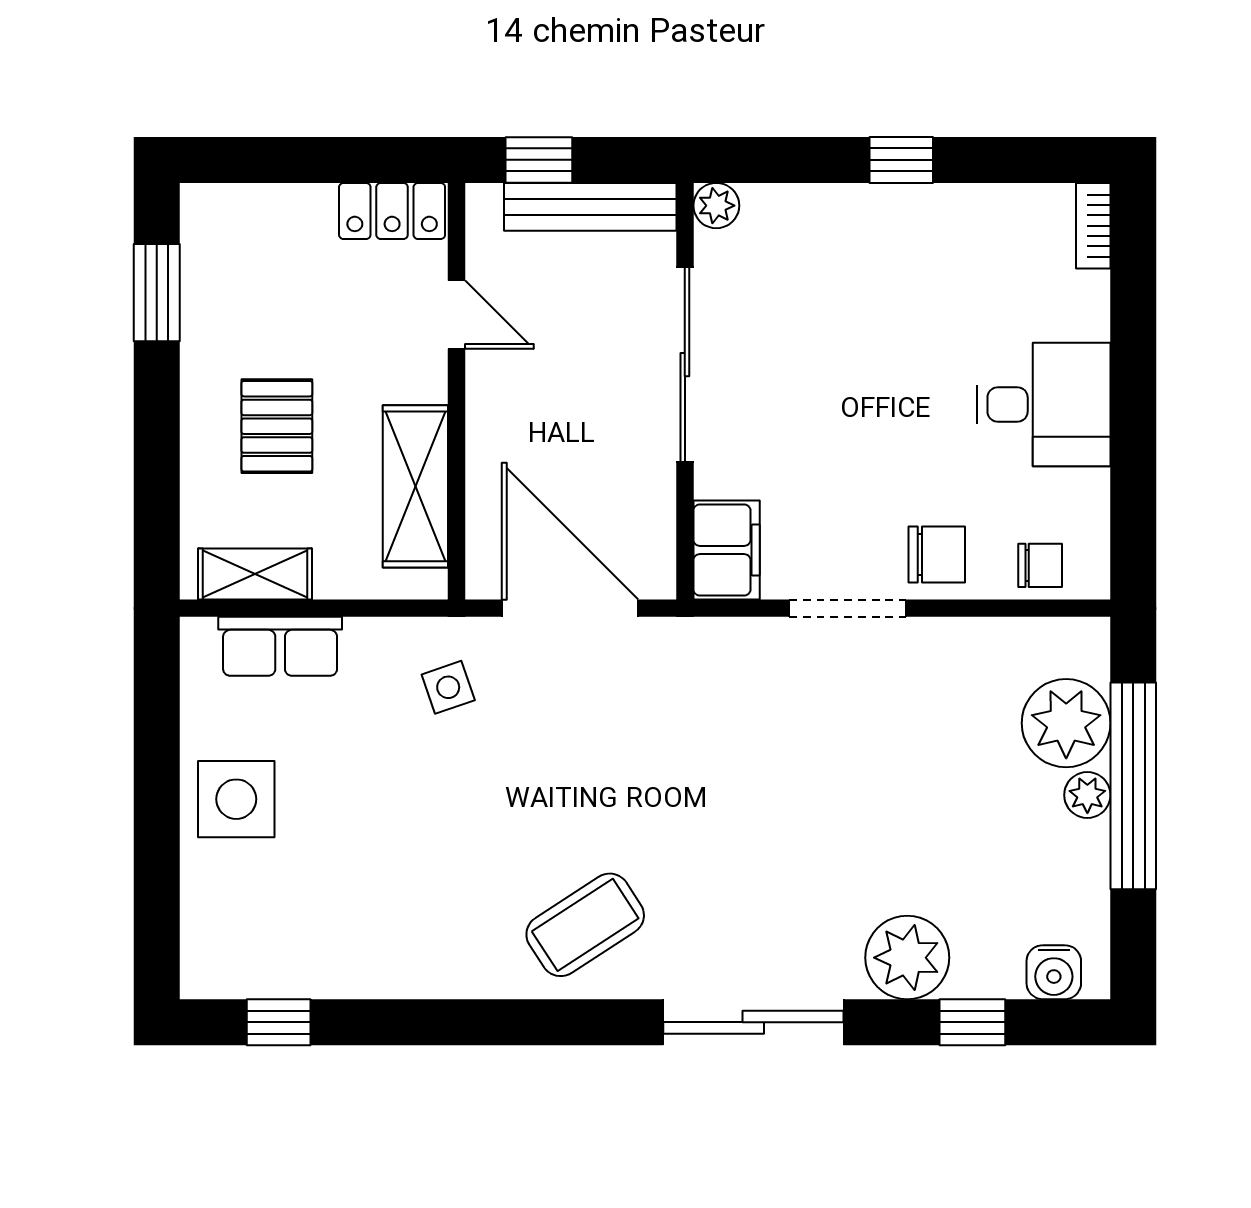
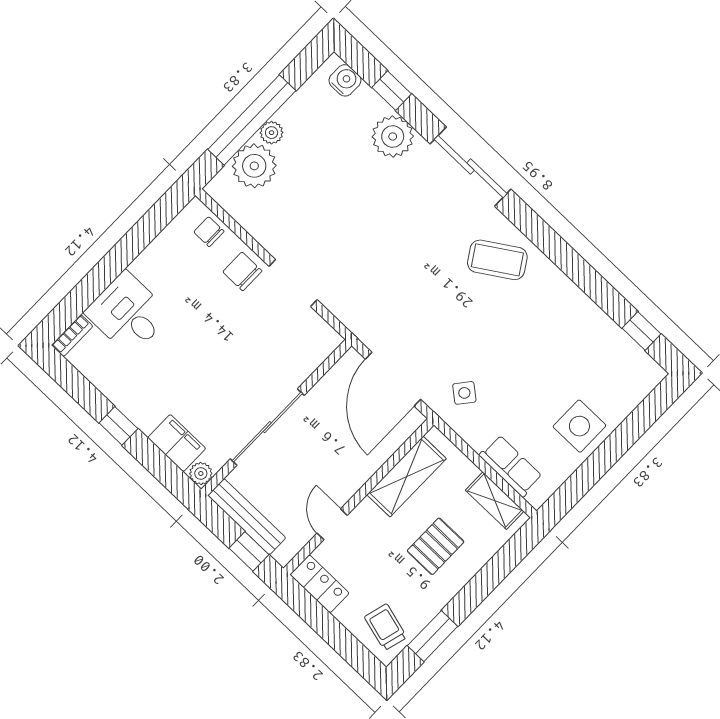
trolley: (237, 240) -> (386, 627), added
desk: (1044, 405) -> (128, 313), moved
filing cabinet: (727, 550) -> (177, 443), moved, turned 90
side table: (448, 687) -> (464, 393), turned -32

